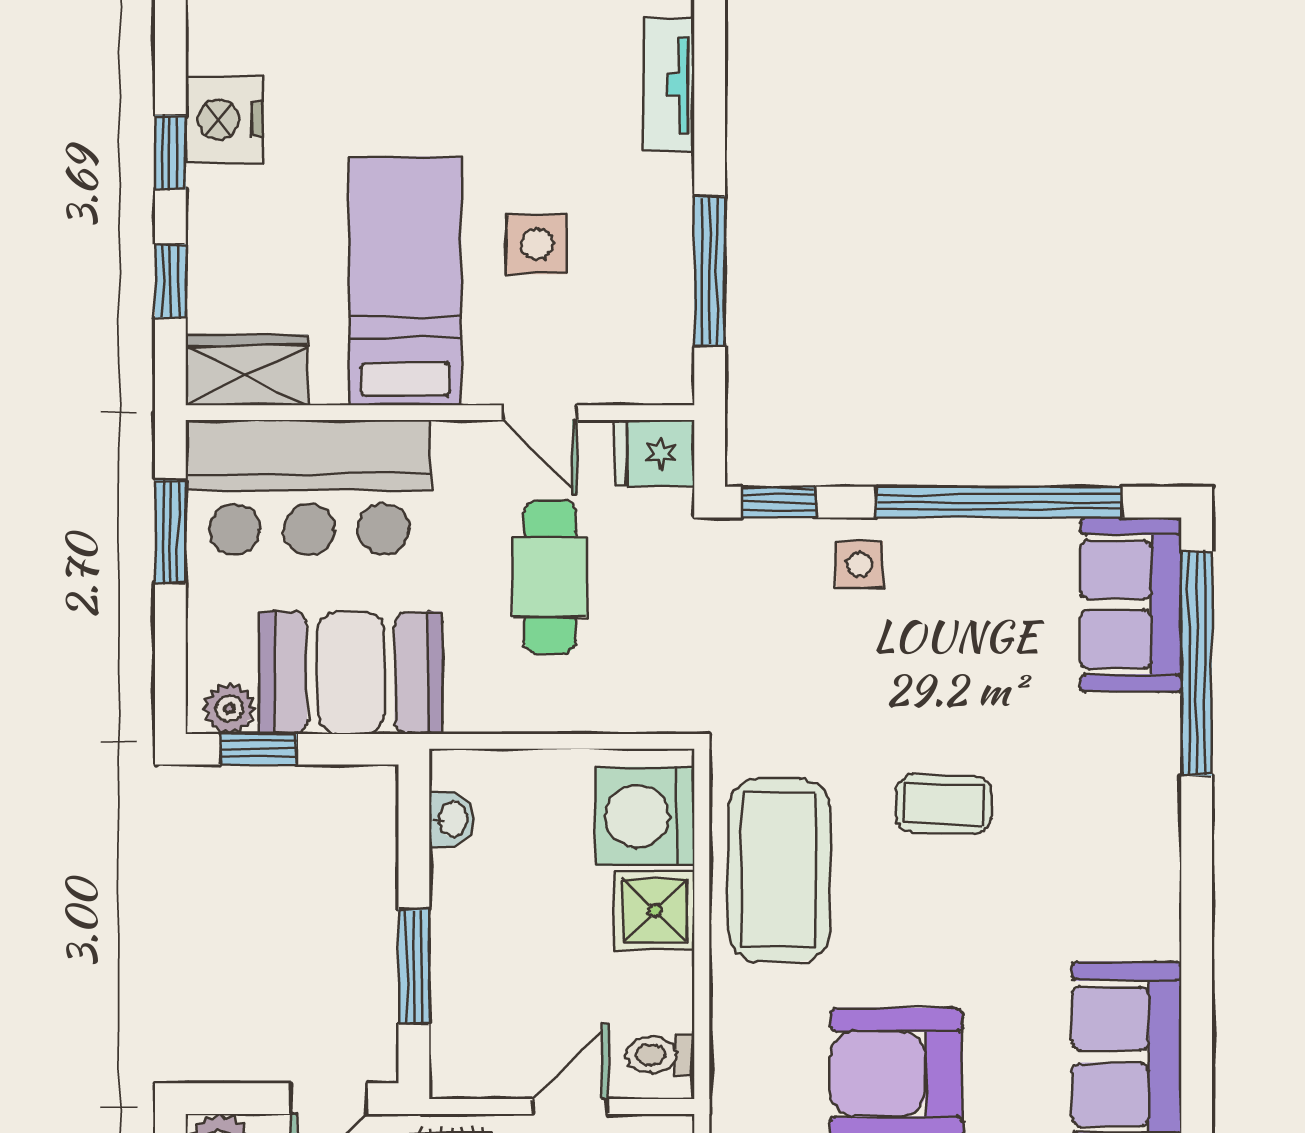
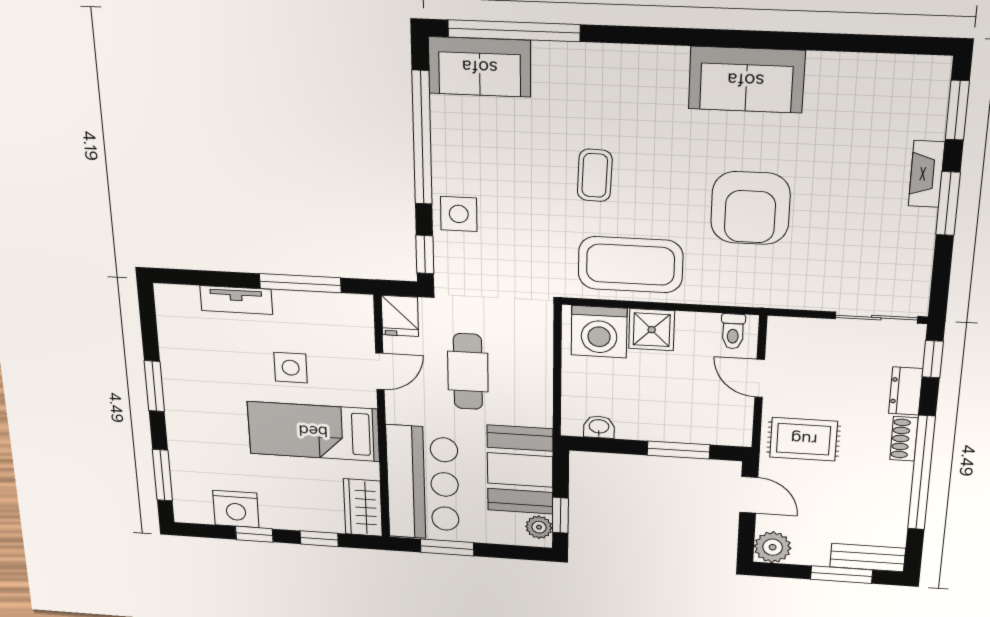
tv unit: (669, 85) -> (236, 300), moved
side table: (860, 565) -> (459, 214), width x1.37, depth x1.37
cafe table: (550, 577) -> (468, 372), turned 90

